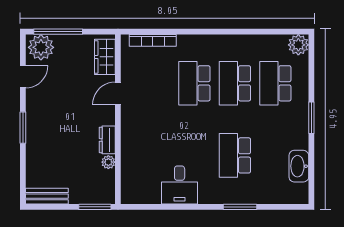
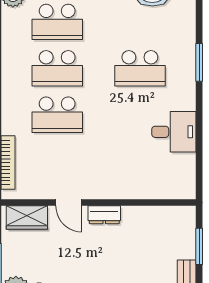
dresser: (107, 140) -> (104, 215), moved
plant: (108, 162) -> (148, 214), removed
window: (95, 207) -> (199, 246), moved

